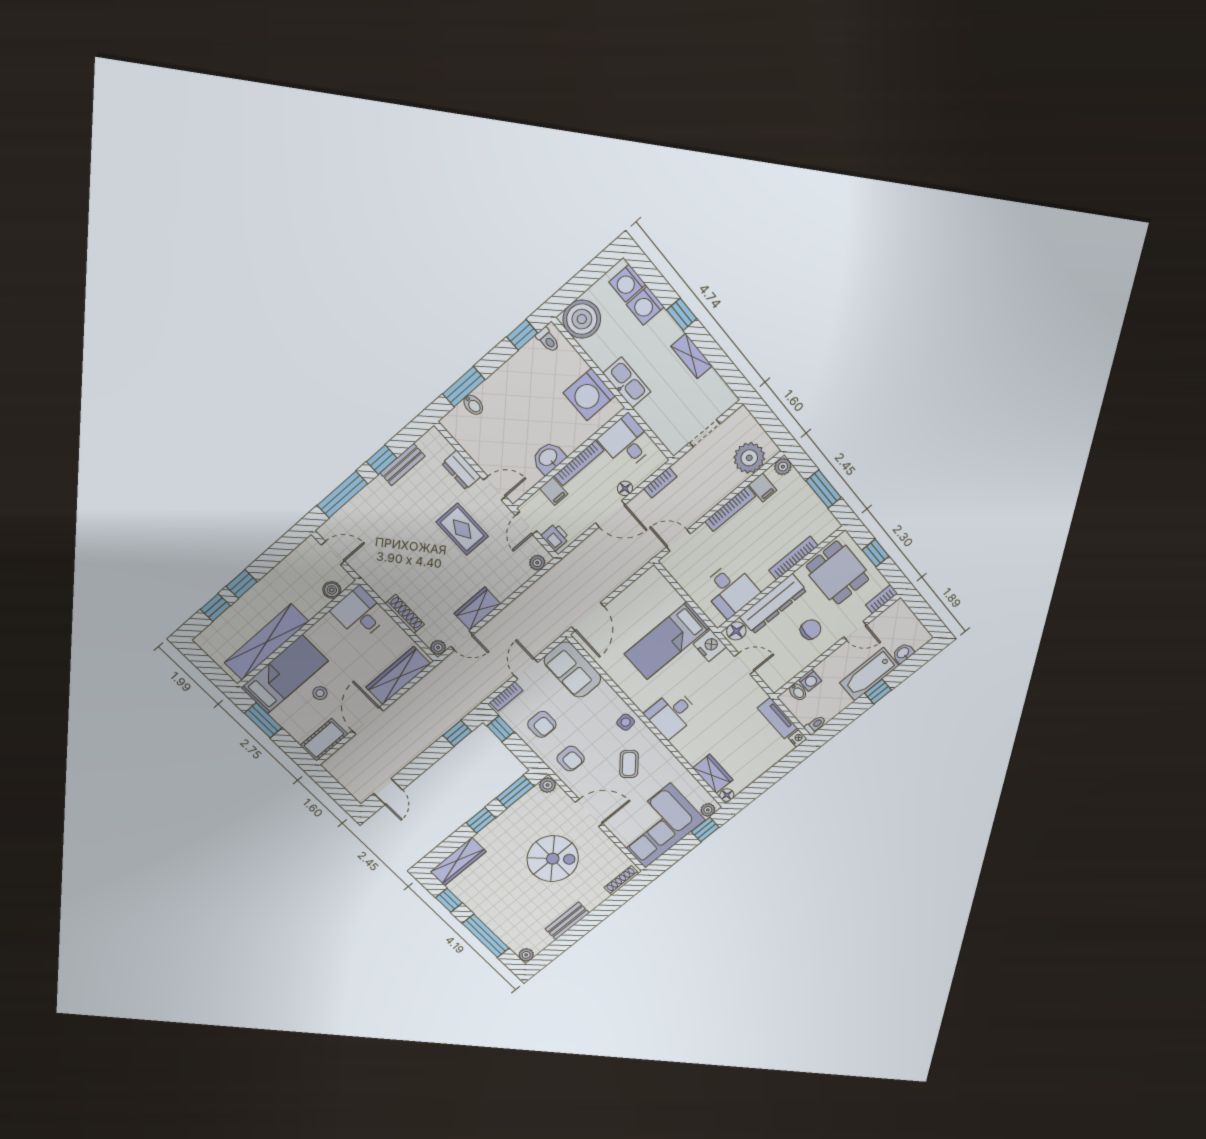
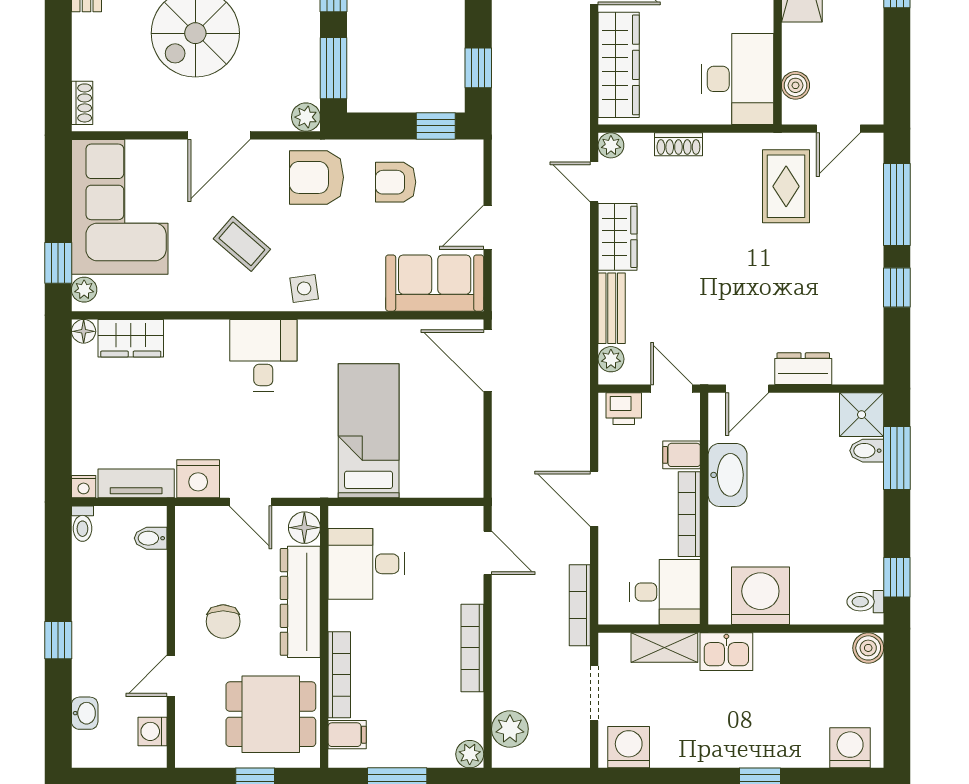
washing machine: (645, 306) -> (629, 747), moved
boiler: (582, 319) -> (868, 648), width x0.54, depth x0.54
shelving: (692, 356) -> (664, 648), moved
kitchen sink: (627, 382) -> (726, 652), width x0.73
shower: (458, 423) -> (862, 415), added
washbasin: (548, 458) -> (728, 475), width x1.38
plant: (749, 458) -> (510, 729), width x0.73, depth x0.73
bench: (402, 465) -> (612, 308), moved
bookcase: (660, 483) -> (580, 605), width x1.56
floor lamp: (625, 488) -> (610, 543), removed
filing cabinet: (763, 488) -> (347, 735), moved, turned 180
door: (610, 514) -> (594, 499), hinge flipped
rug: (462, 529) -> (786, 186), moved, turned 90
door: (678, 540) -> (488, 553), hinge flipped
bookcase: (881, 599) -> (185, 742), removed
desk: (360, 613) -> (738, 79), width x1.37
shoe rack: (405, 614) -> (678, 144), width x0.70
door: (462, 640) -> (594, 182), hinge flipped
nightstand: (710, 646) -> (198, 479), moved
door: (744, 664) -> (251, 502), hinge flipped
door: (526, 669) -> (488, 227), swing flipped
bathtub: (869, 674) -> (94, 648), removed
washing machine: (810, 680) -> (153, 731), moved
bookcase: (506, 697) -> (473, 171), removed
armchair: (571, 759) -> (316, 177), width x1.38, depth x1.38
shoe rack: (621, 880) -> (82, 103), width x0.70

